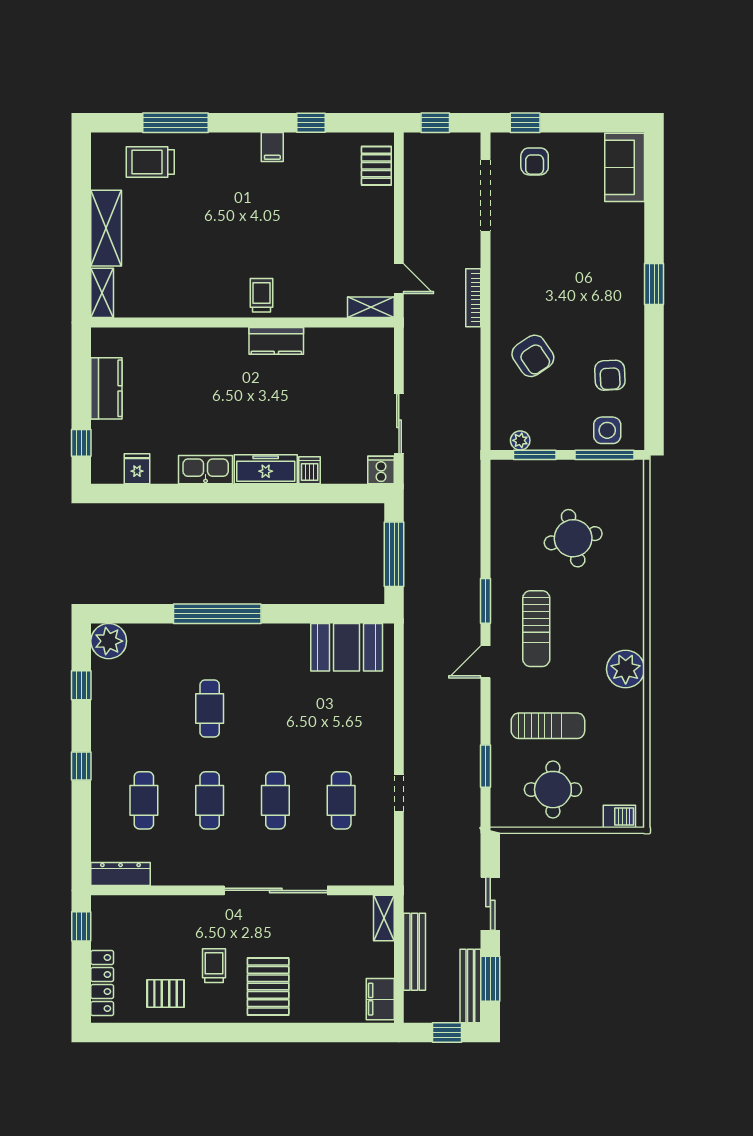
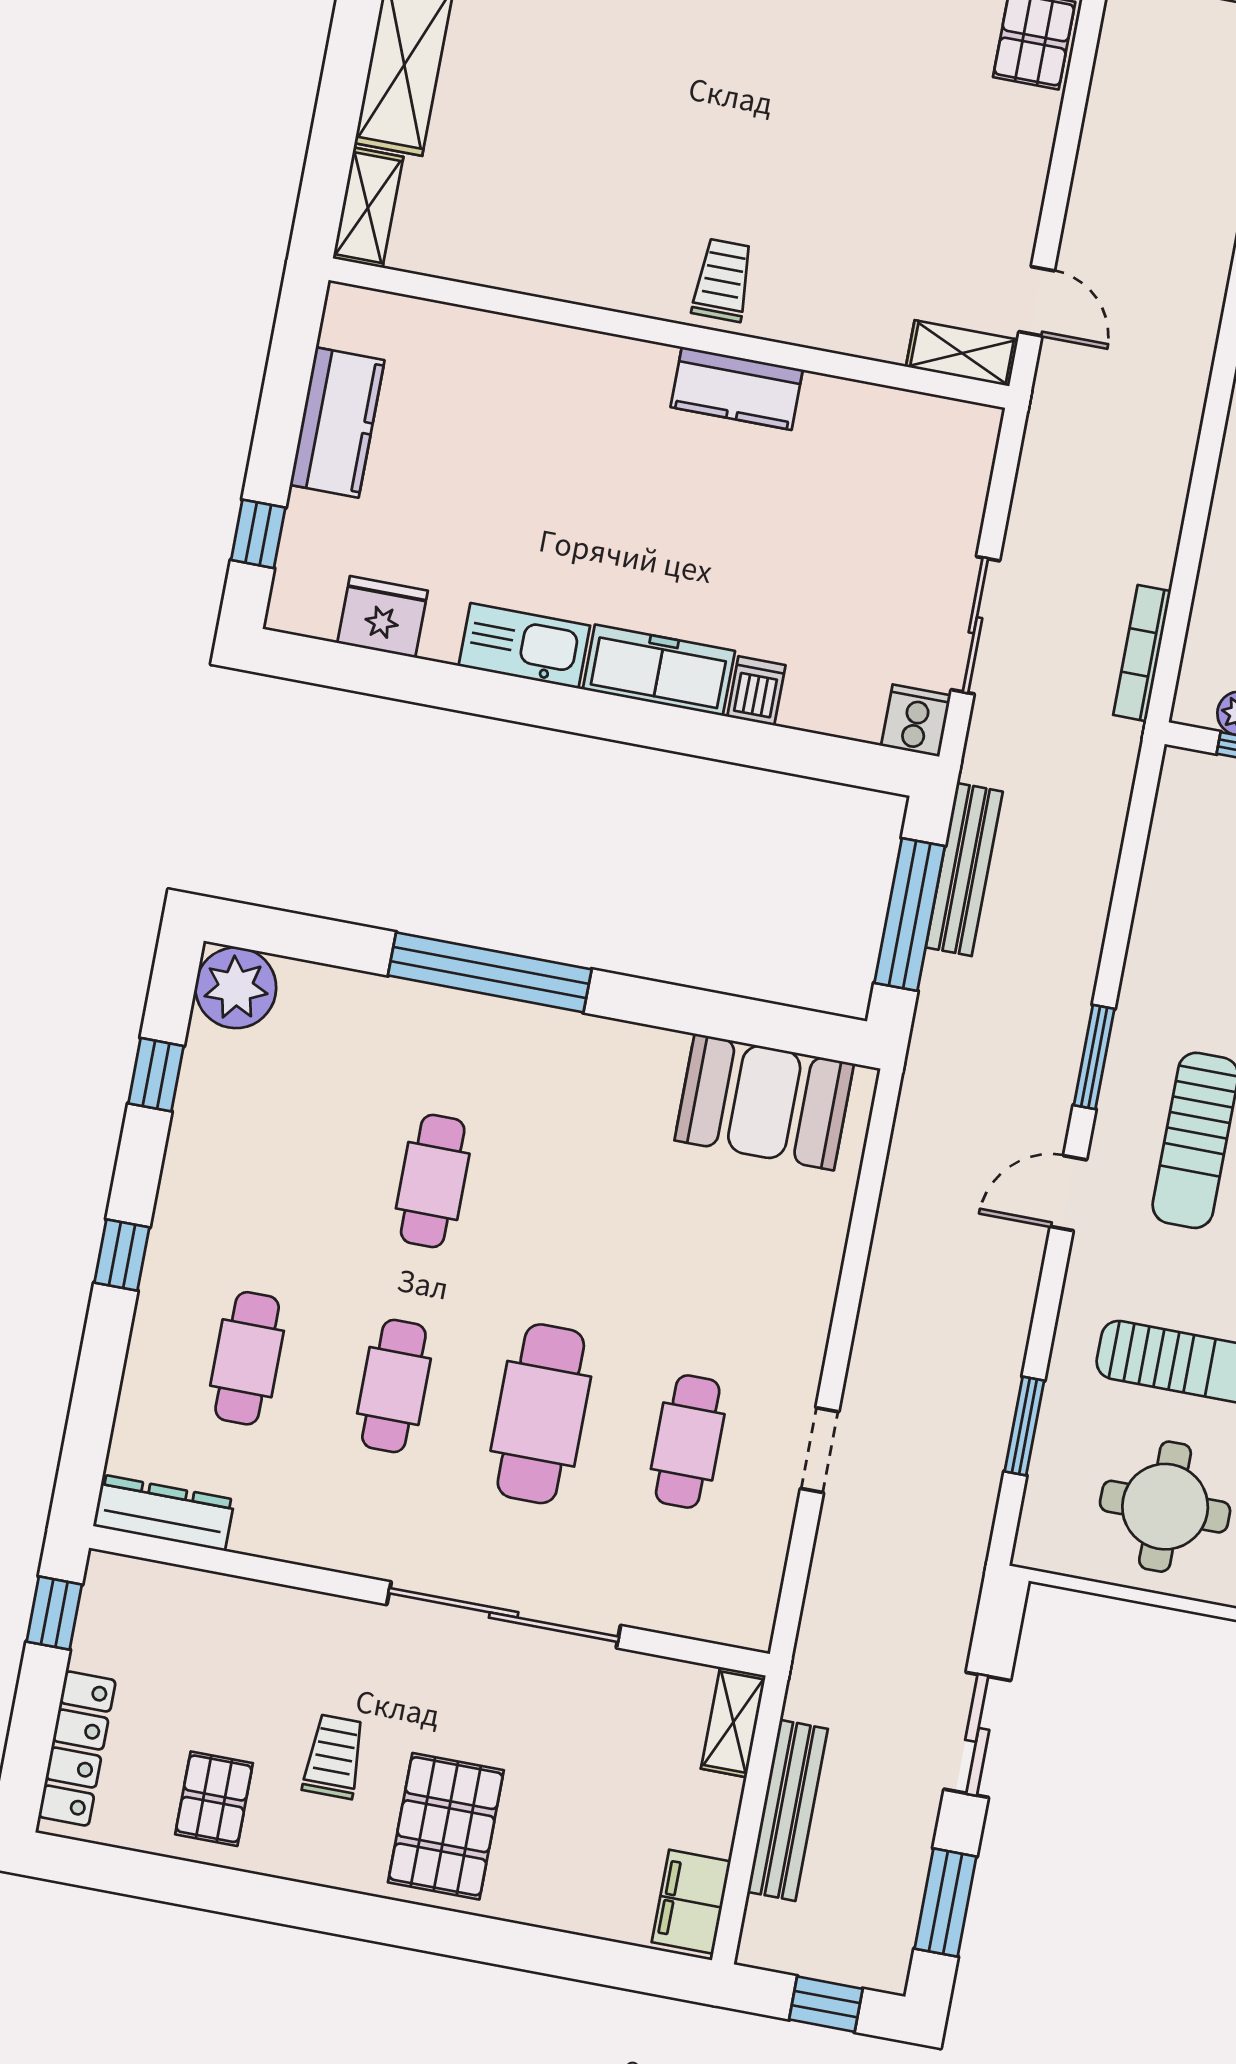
bookcase: (473, 298) -> (1142, 653), moved
fridge: (137, 469) -> (383, 617), width x1.38
cafe table: (275, 800) -> (541, 1414), width x1.37, depth x1.35
bench: (470, 986) -> (964, 869), moved
pallet: (166, 994) -> (214, 1799), turned 90

